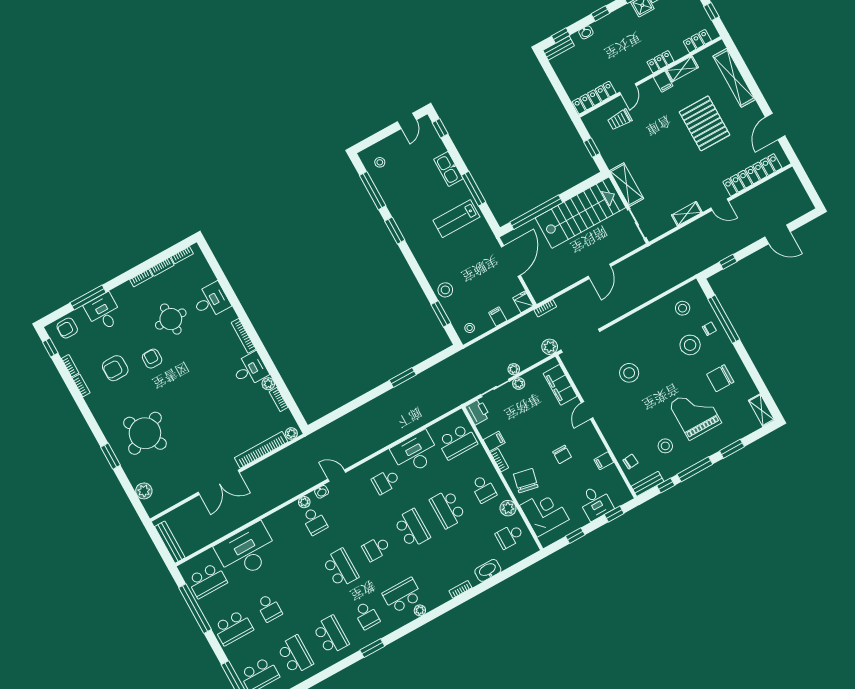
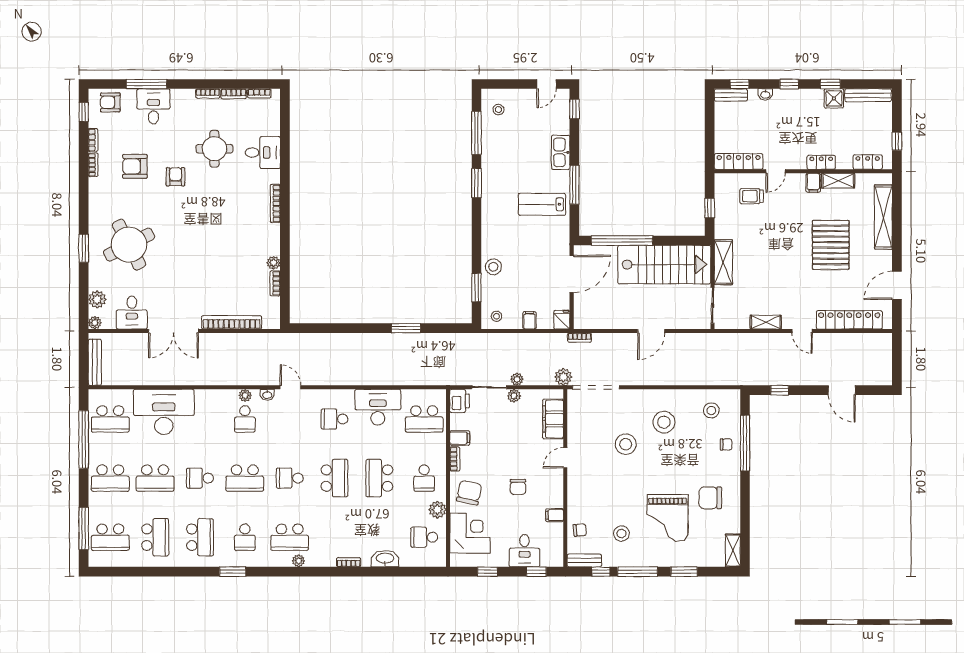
stool: (690, 345) -> (664, 422), moved
desk: (250, 370) -> (132, 313), moved, turned 90
grand piano: (695, 413) -> (668, 518), turned 180
plant: (291, 433) -> (95, 323), moved
school desk: (341, 568) -> (245, 478), turned 90
school desk: (305, 588) -> (200, 478), added
school desk: (402, 595) -> (290, 537), turned 180
school desk: (269, 608) -> (155, 478), width x1.85

